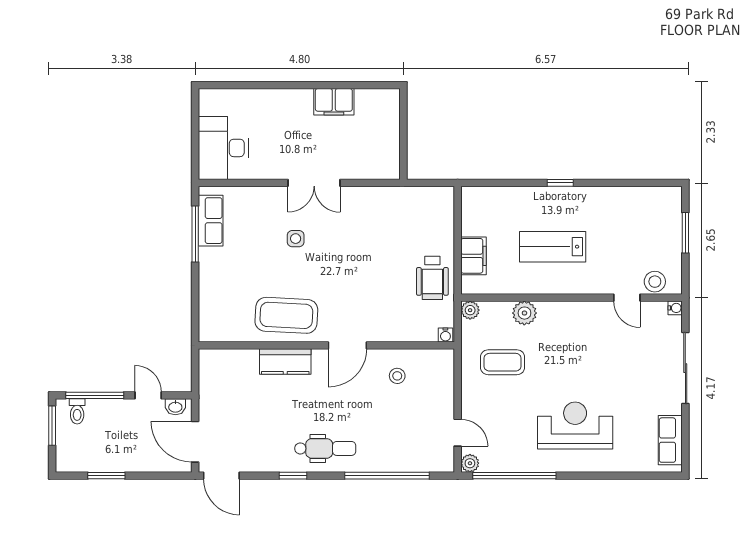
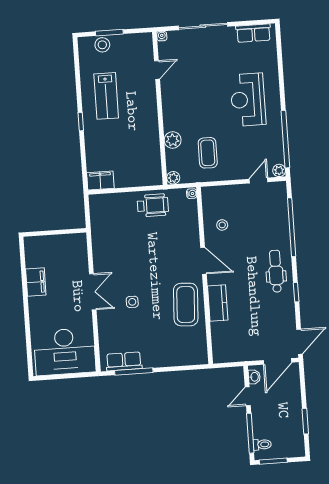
desk: (223, 148) -> (65, 352), width x1.36, depth x1.30
lab bench: (553, 247) -> (106, 96), moved
filing cabinet: (474, 256) -> (100, 180), moved
stool: (655, 282) -> (102, 45), moved

